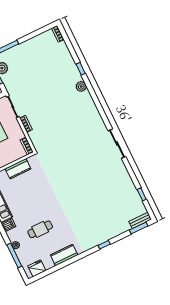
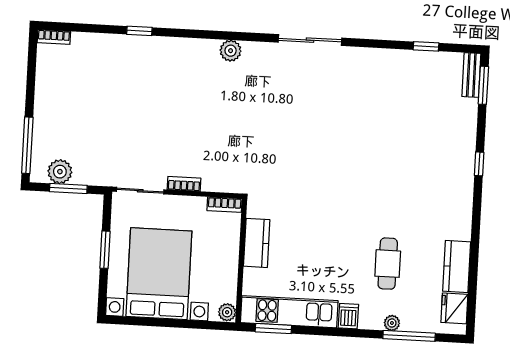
plant: (81, 86) -> (231, 51), moved
kitchen counter: (64, 255) -> (457, 267), moved

